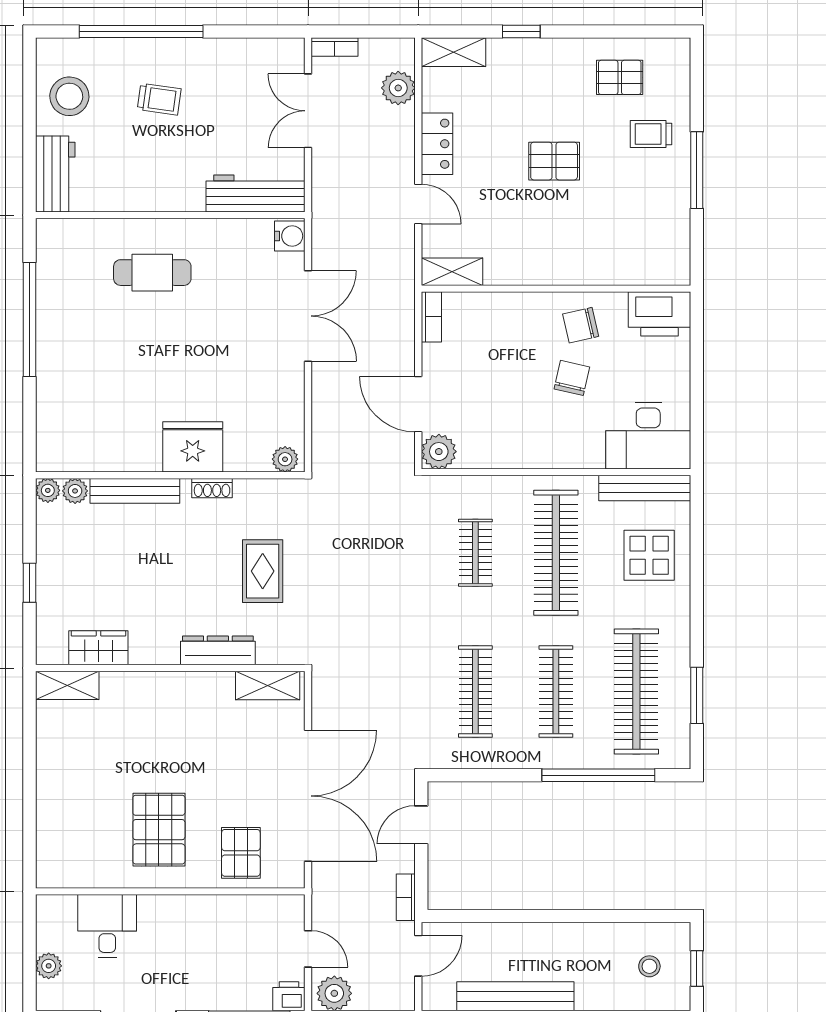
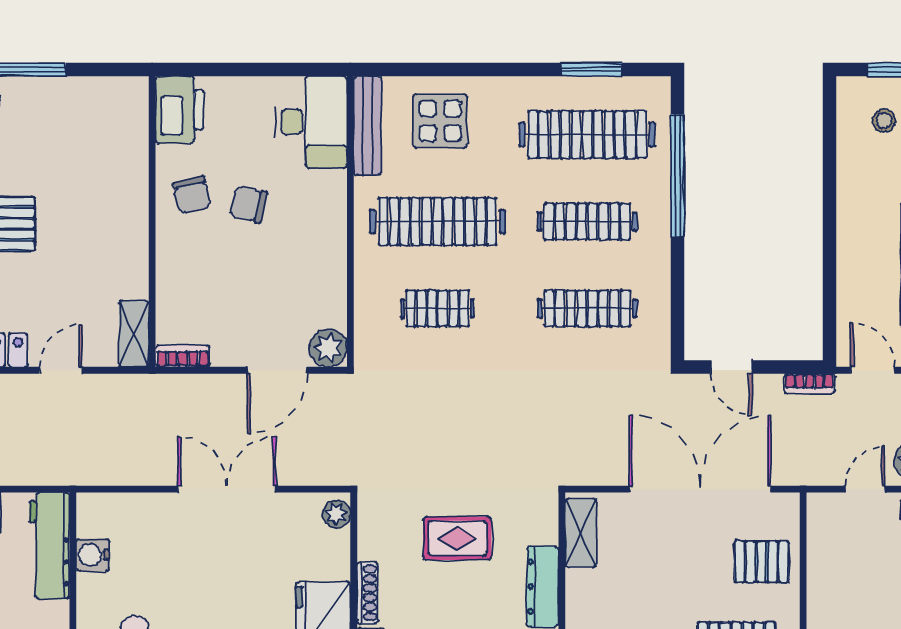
water cooler: (290, 236) -> (93, 555), moved, turned -90
double door: (308, 316) -> (227, 489), moved
shoe rack: (212, 488) -> (368, 593), width x1.43

